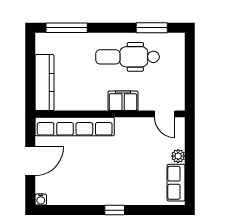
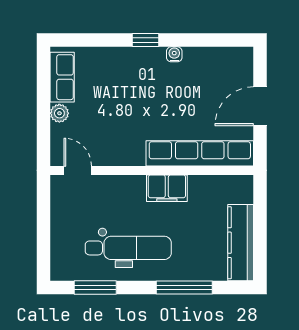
window: (67, 28) -> (184, 288), moved
kitchen counter: (45, 83) -> (241, 243), moved
filing cabinet: (123, 101) -> (167, 188), moved
water cooler: (41, 200) -> (174, 54), moved

